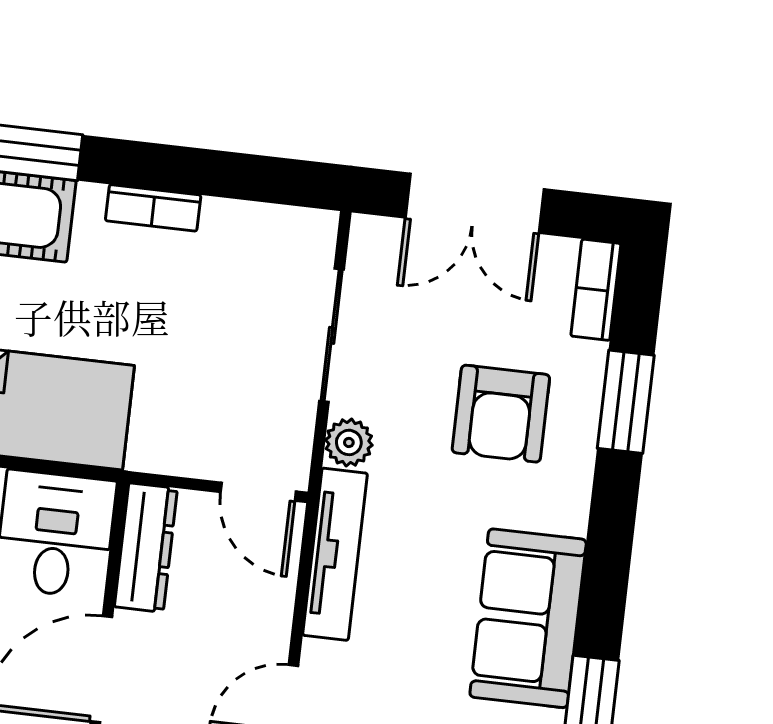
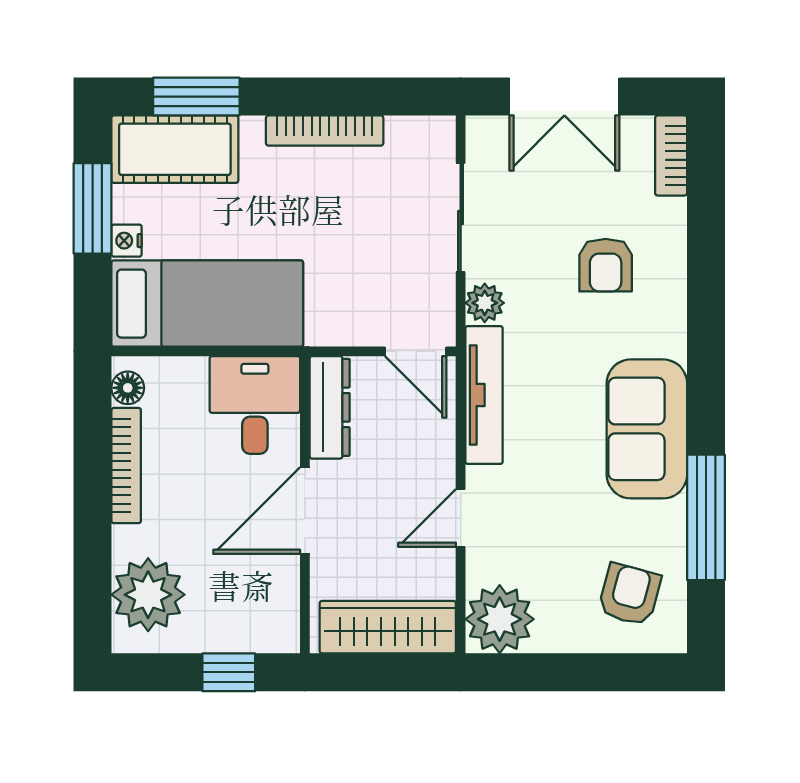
bookcase: (153, 208) -> (325, 131), width x1.56
window: (626, 402) -> (706, 244), removed
armchair: (501, 414) -> (606, 265), width x0.72, depth x0.72

